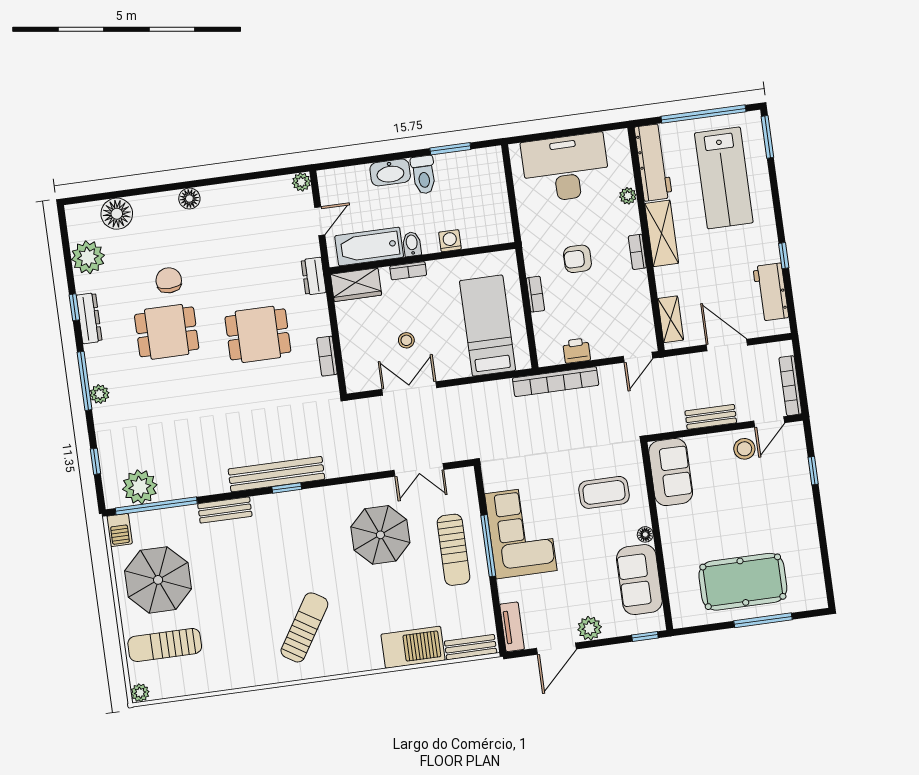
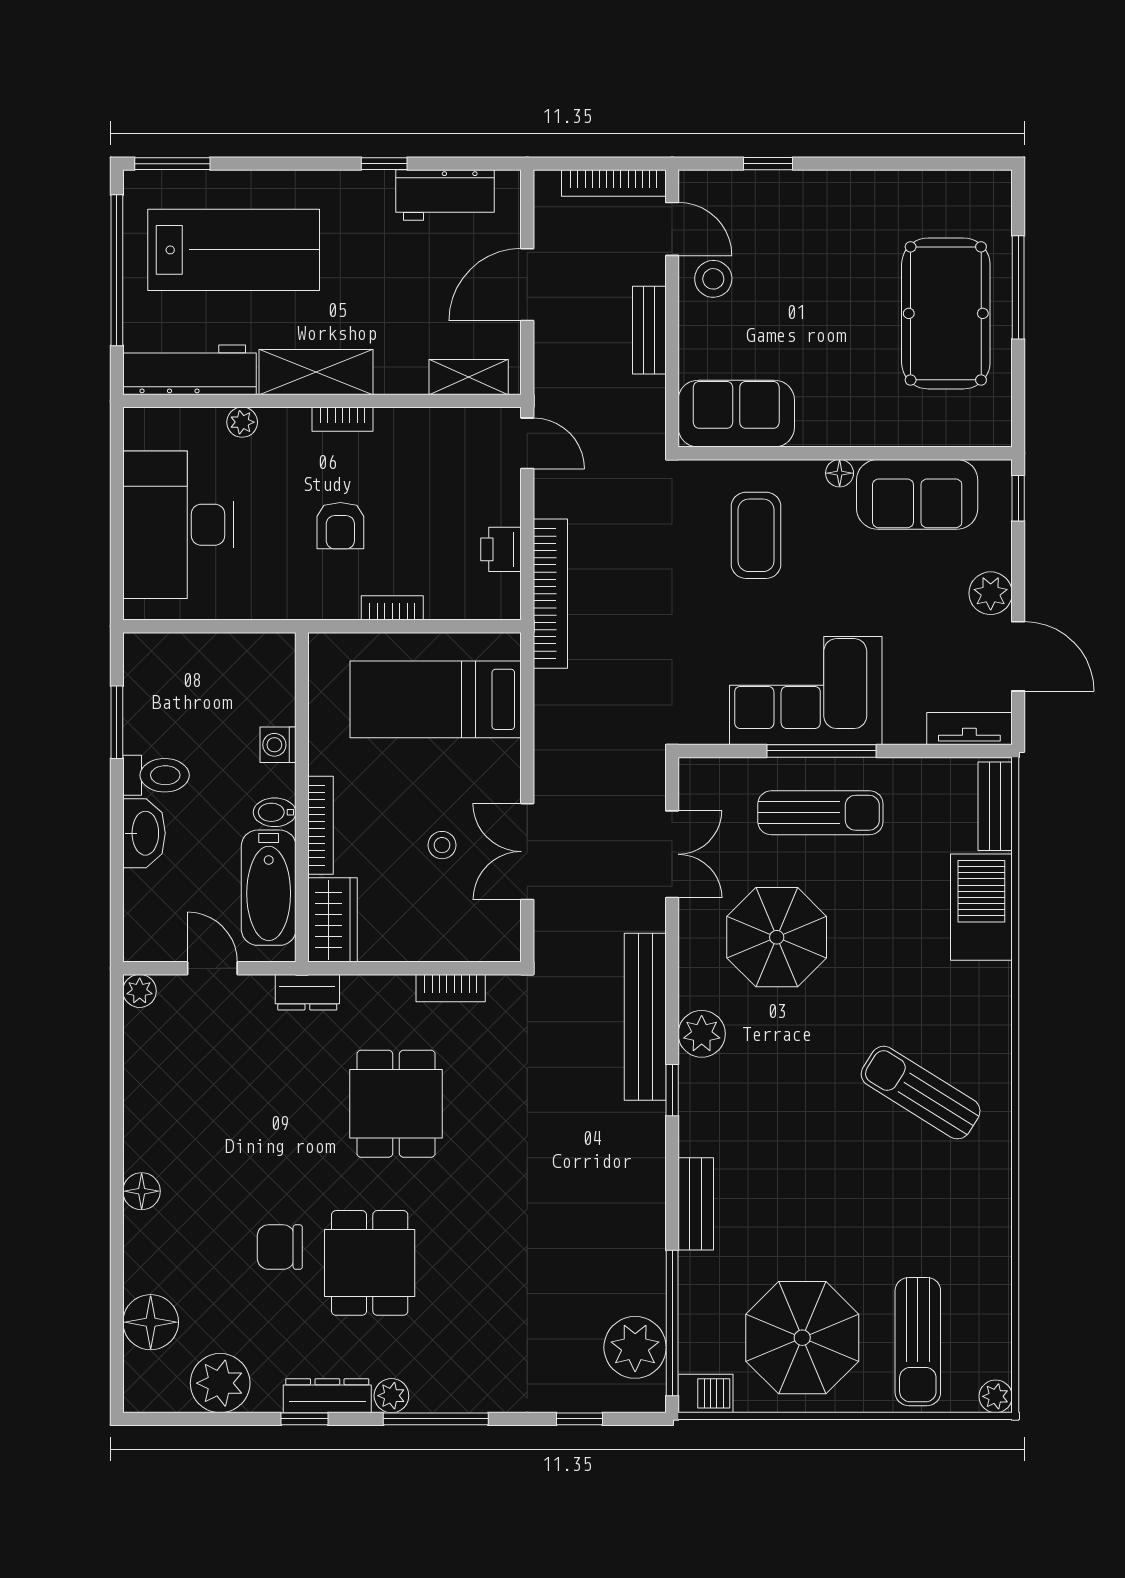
bookcase: (408, 271) -> (321, 825), width x1.56
plant: (100, 394) -> (391, 1396), moved
bench: (276, 474) -> (645, 1017), moved
plant: (321, 500) -> (702, 1034), added

